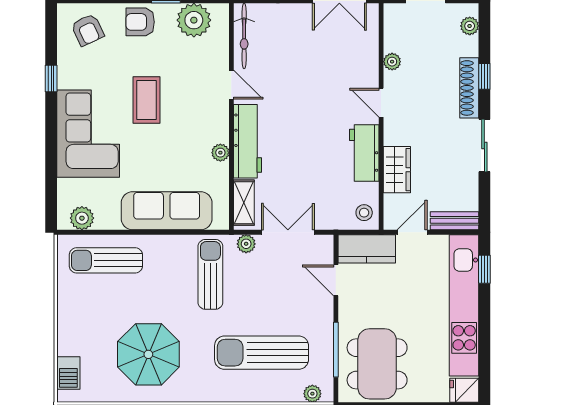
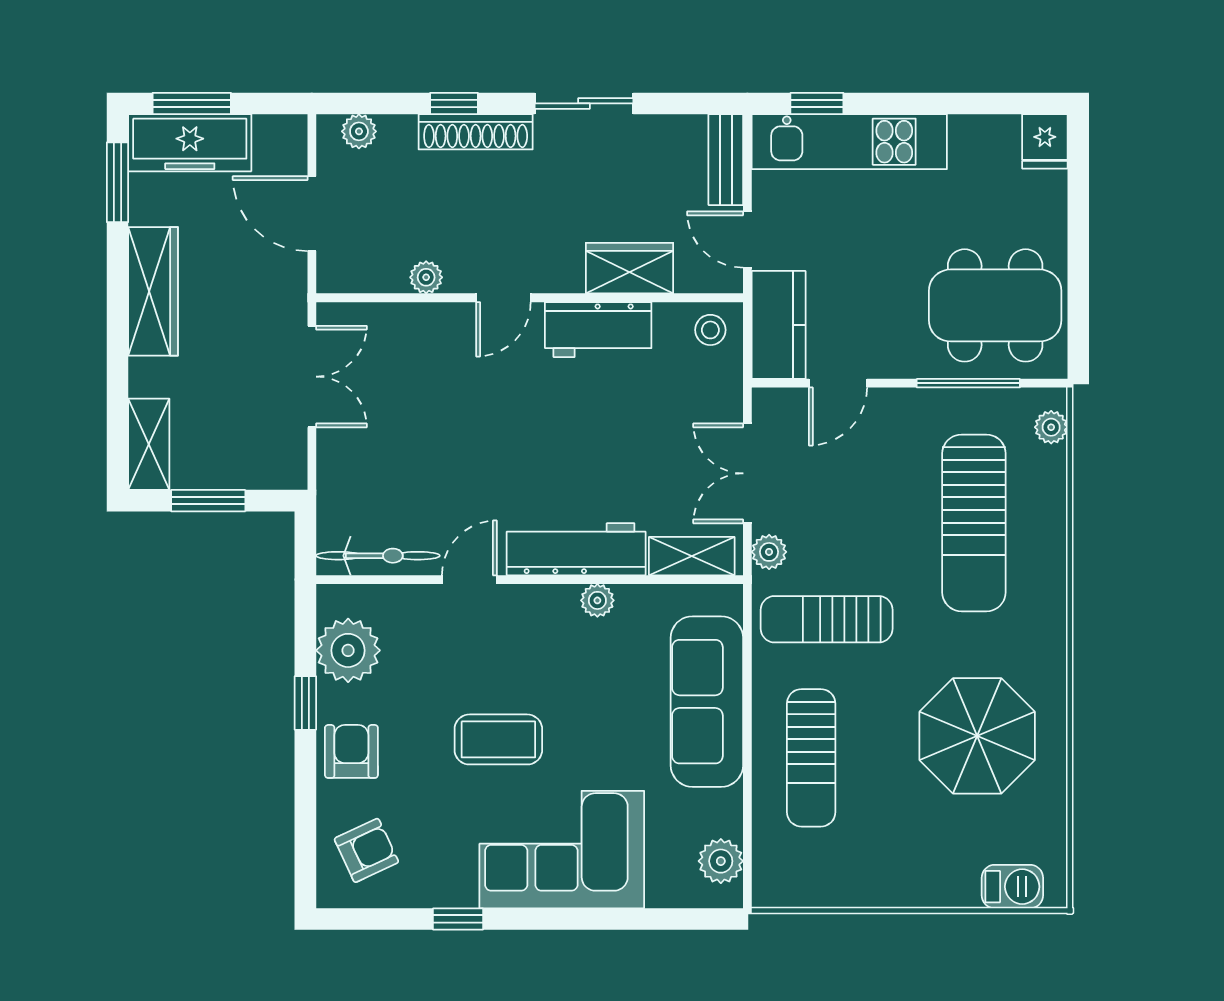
armchair: (140, 22) -> (351, 751), turned 180
sun lounger: (106, 260) -> (811, 758), moved
kitchen unit: (464, 305) -> (849, 142), width x0.73

